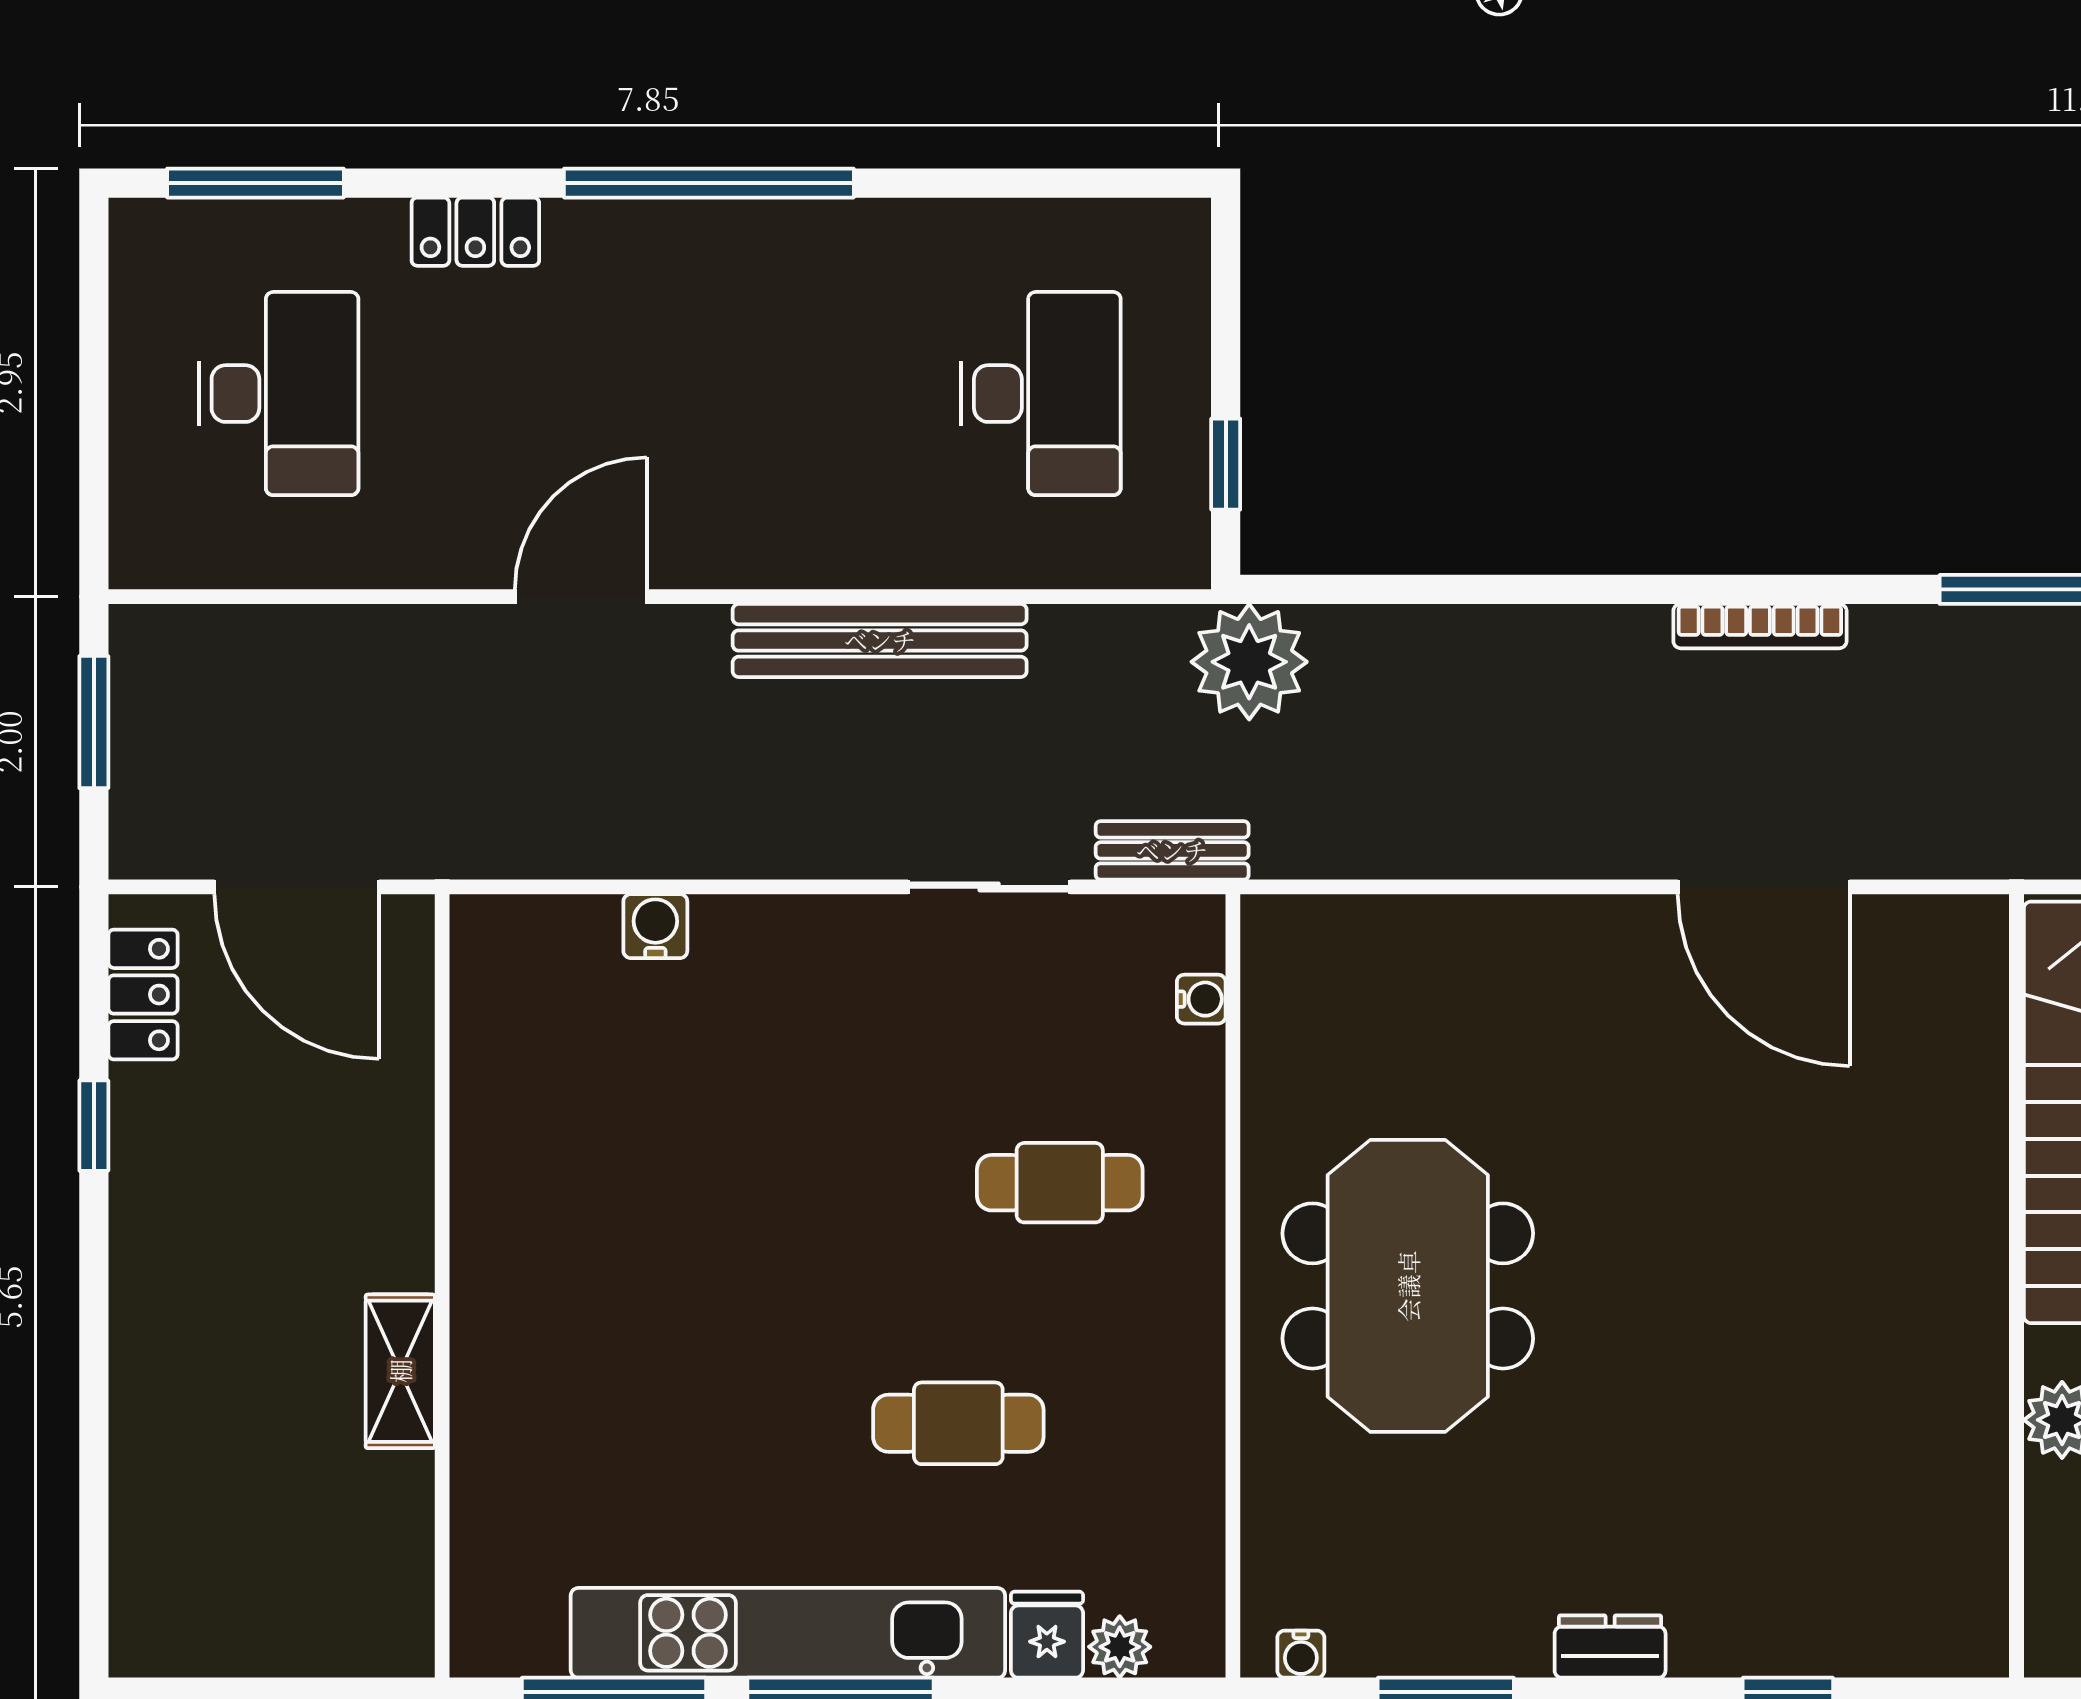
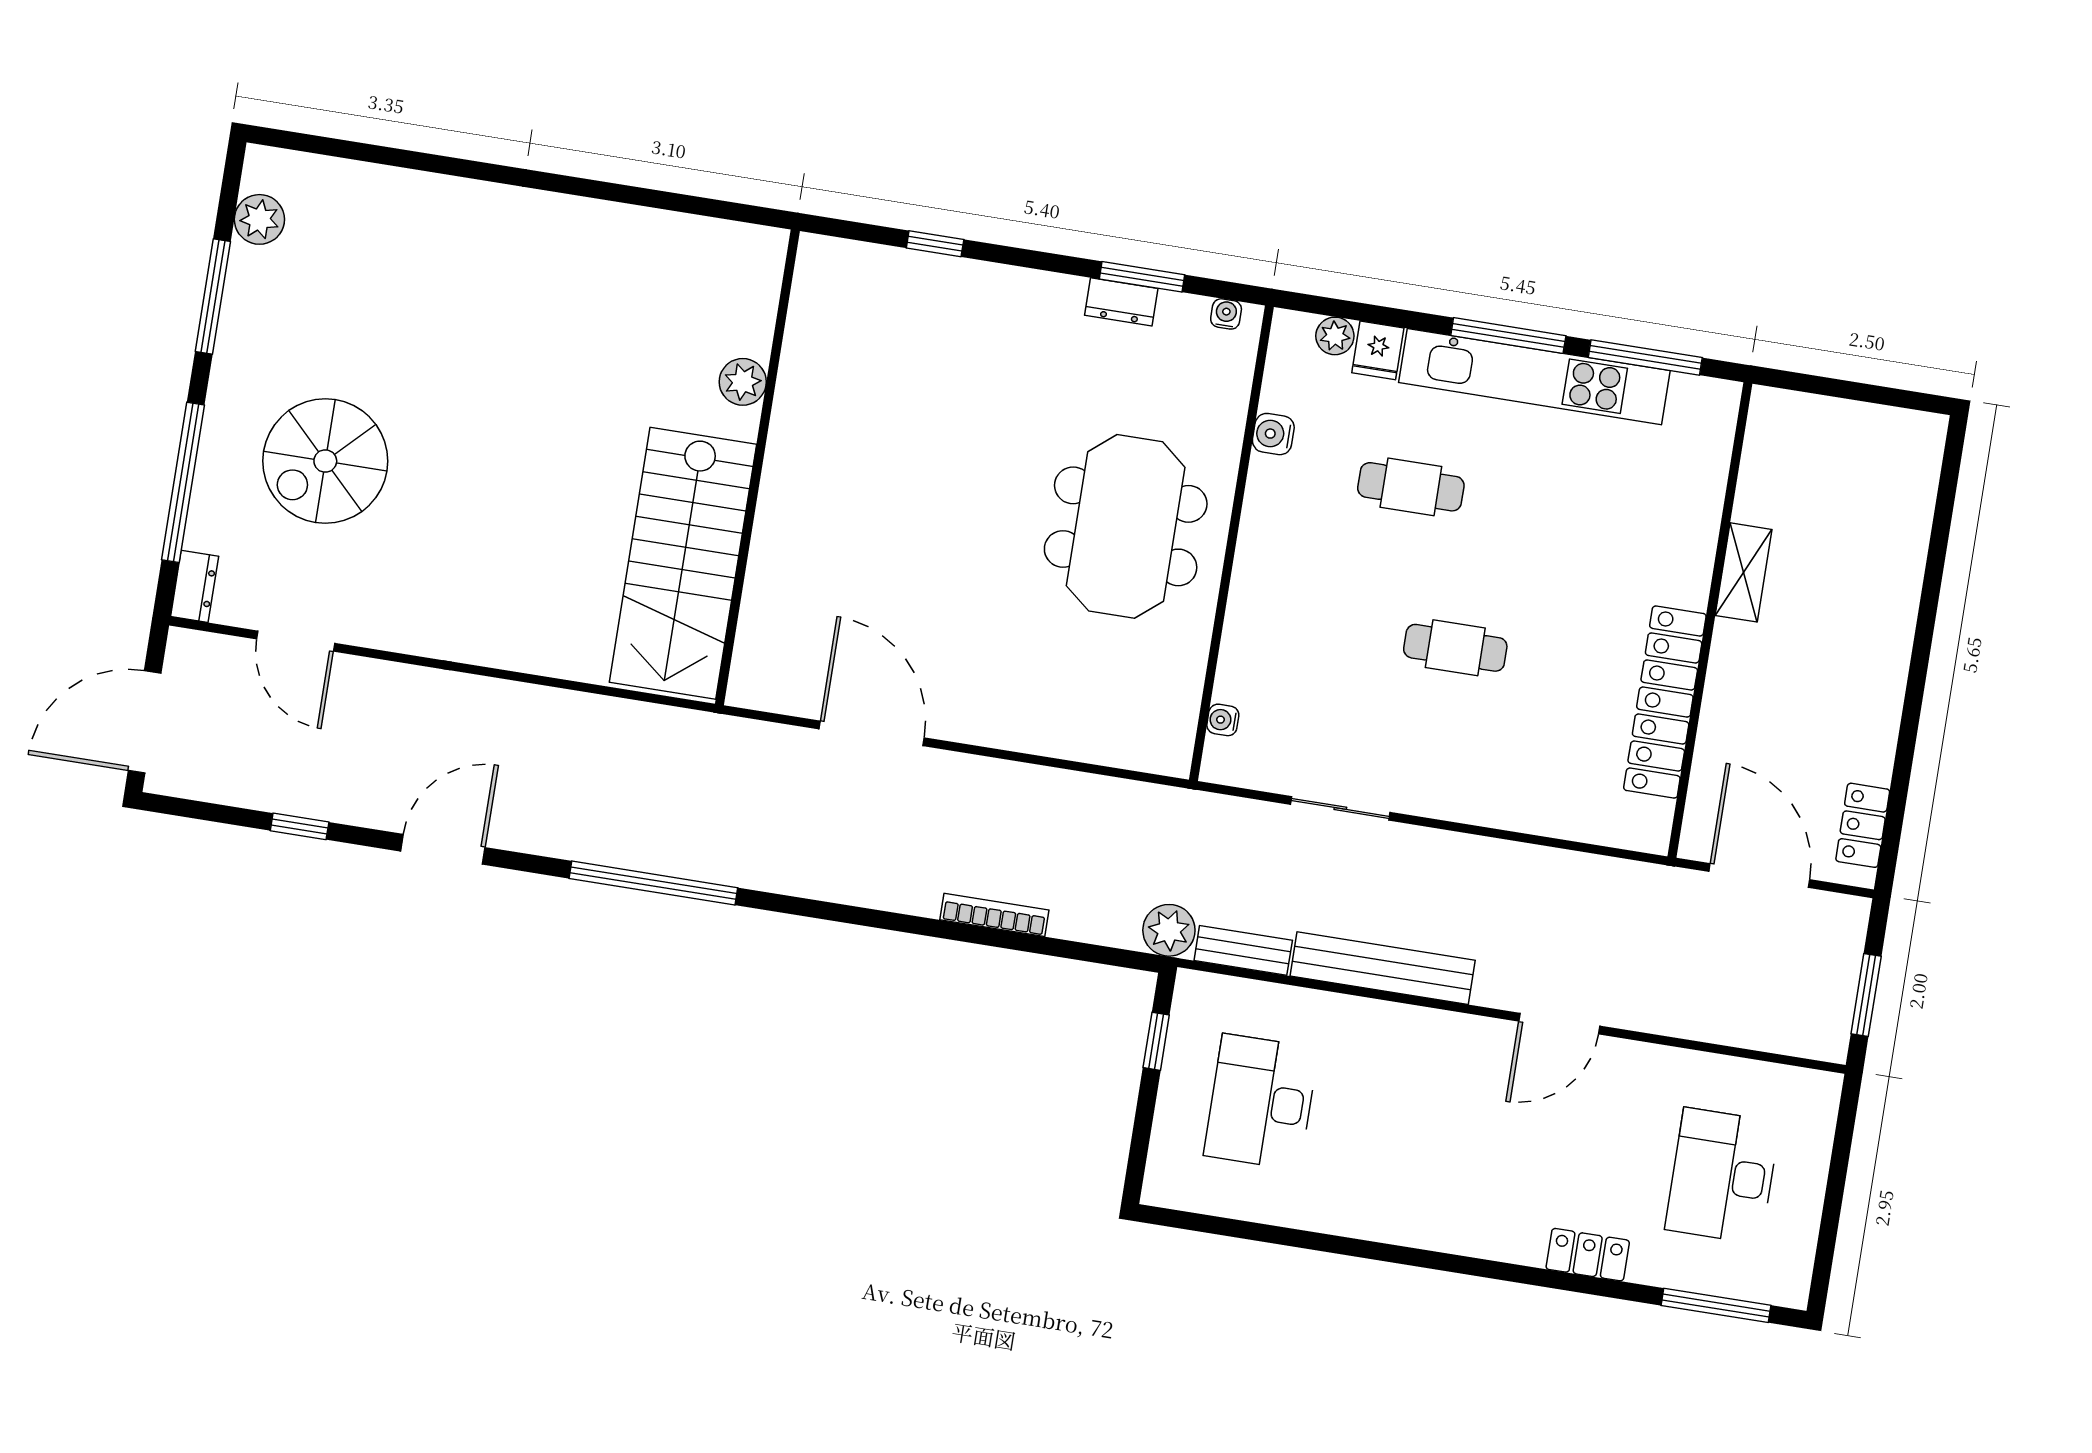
window: (709, 183) -> (1442, 1261), removed
bookcase: (1760, 626) -> (994, 915), moved
plant: (1249, 662) -> (1169, 930), width x0.73, depth x0.73
bench: (1172, 850) -> (1243, 950), moved
water cooler: (655, 926) -> (1273, 434), moved, turned 90
window: (94, 1126) -> (1905, 751), removed
locker: (494, 1142) -> (1665, 702), added
cafe table: (1060, 1183) -> (1455, 648), moved
dresser: (1610, 1647) -> (1121, 302), moved

